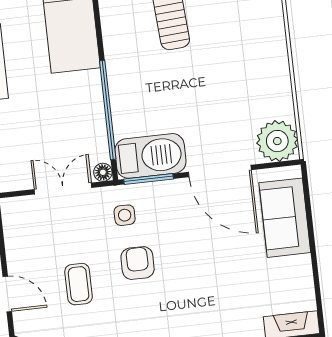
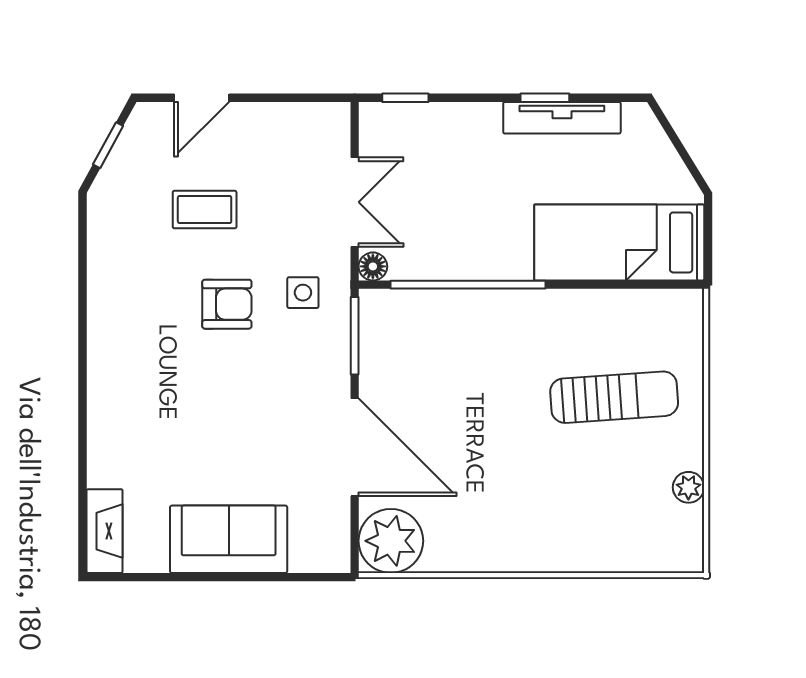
barbecue: (150, 156) -> (390, 343), removed
door: (220, 171) -> (355, 447), swing flipped
sofa: (285, 218) -> (229, 539), moved

